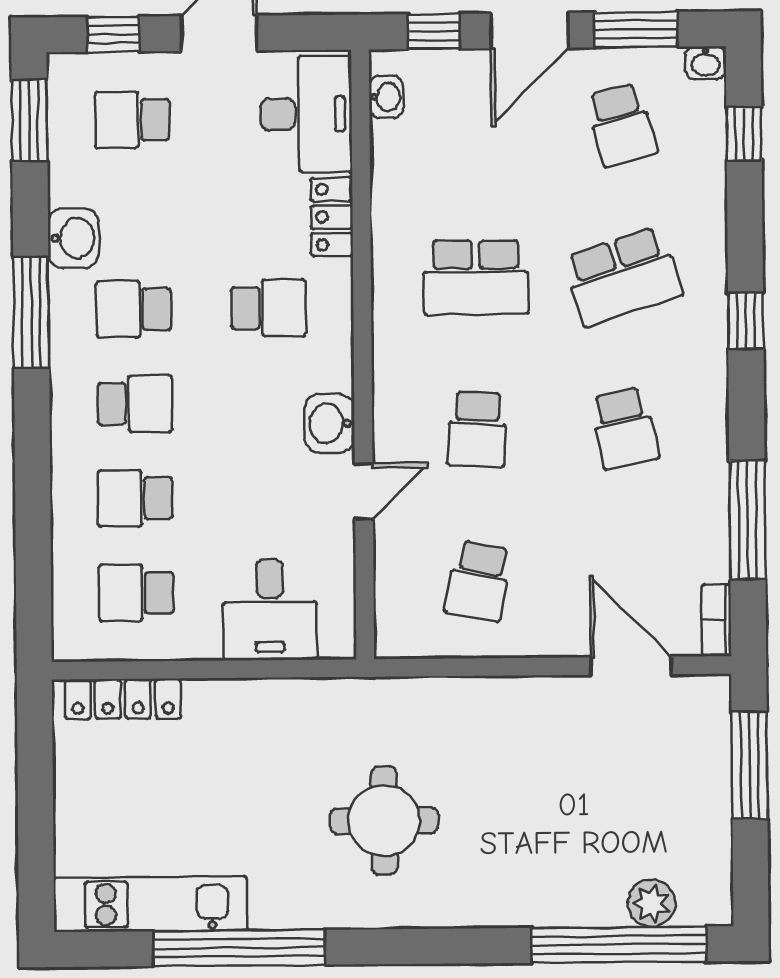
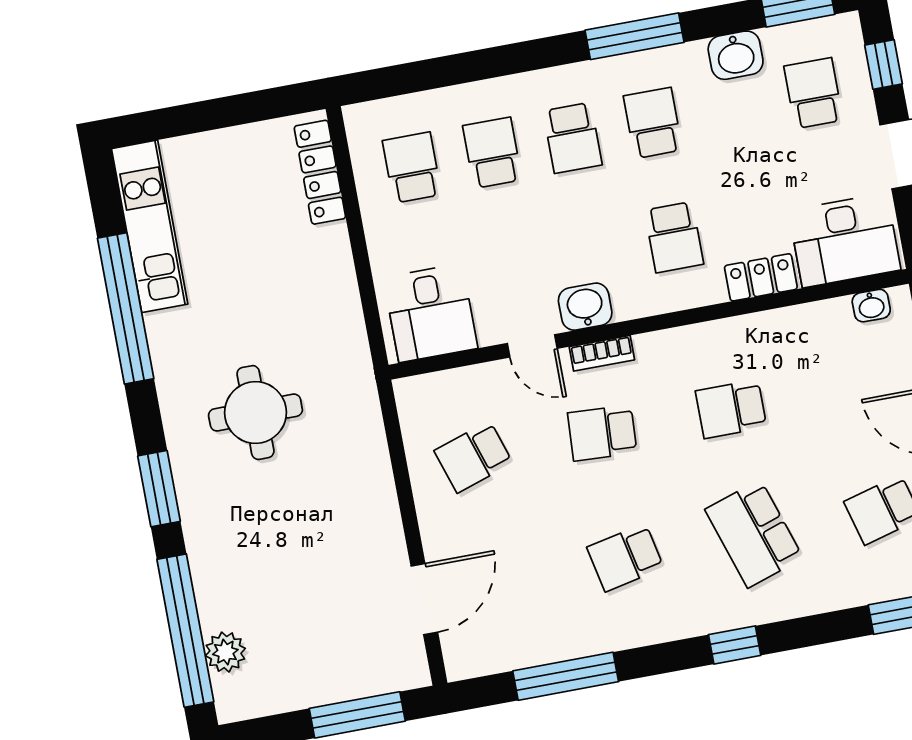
washbasin: (73, 238) -> (736, 55), moved
school desk: (476, 278) -> (731, 409), width x0.54
school desk: (478, 581) -> (473, 457), turned -30
desk: (270, 610) -> (430, 313), moved, turned -90
bookcase: (716, 620) -> (602, 353), moved, turned 180
window: (452, 946) -> (159, 489), added

